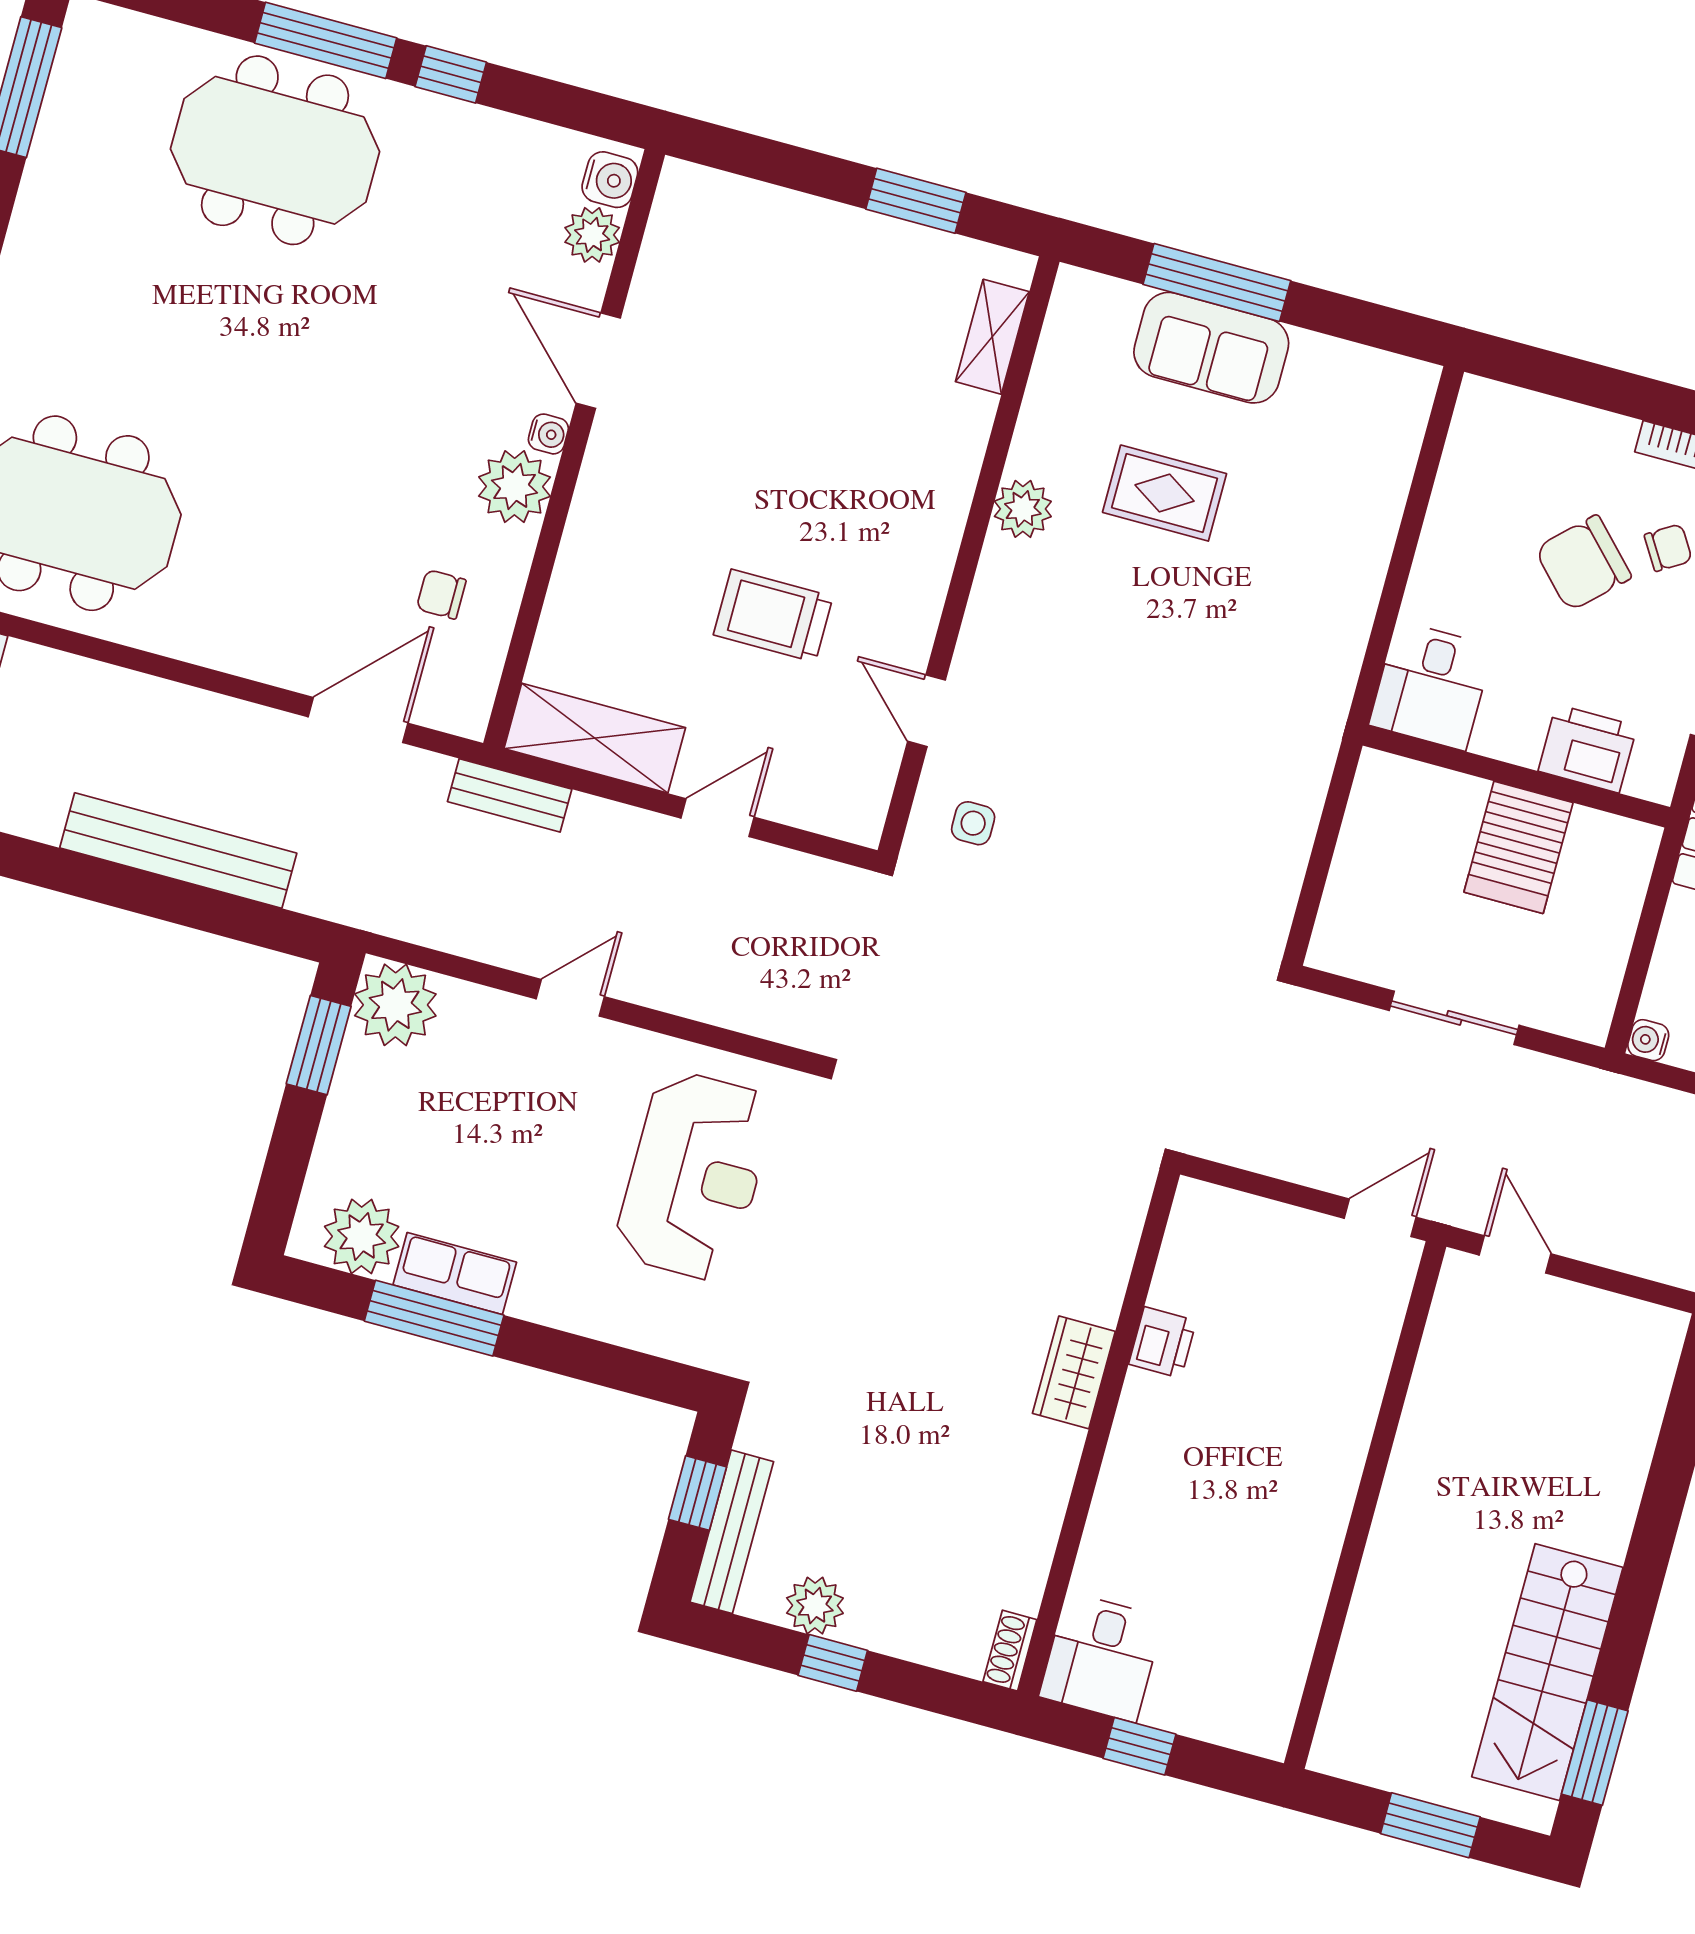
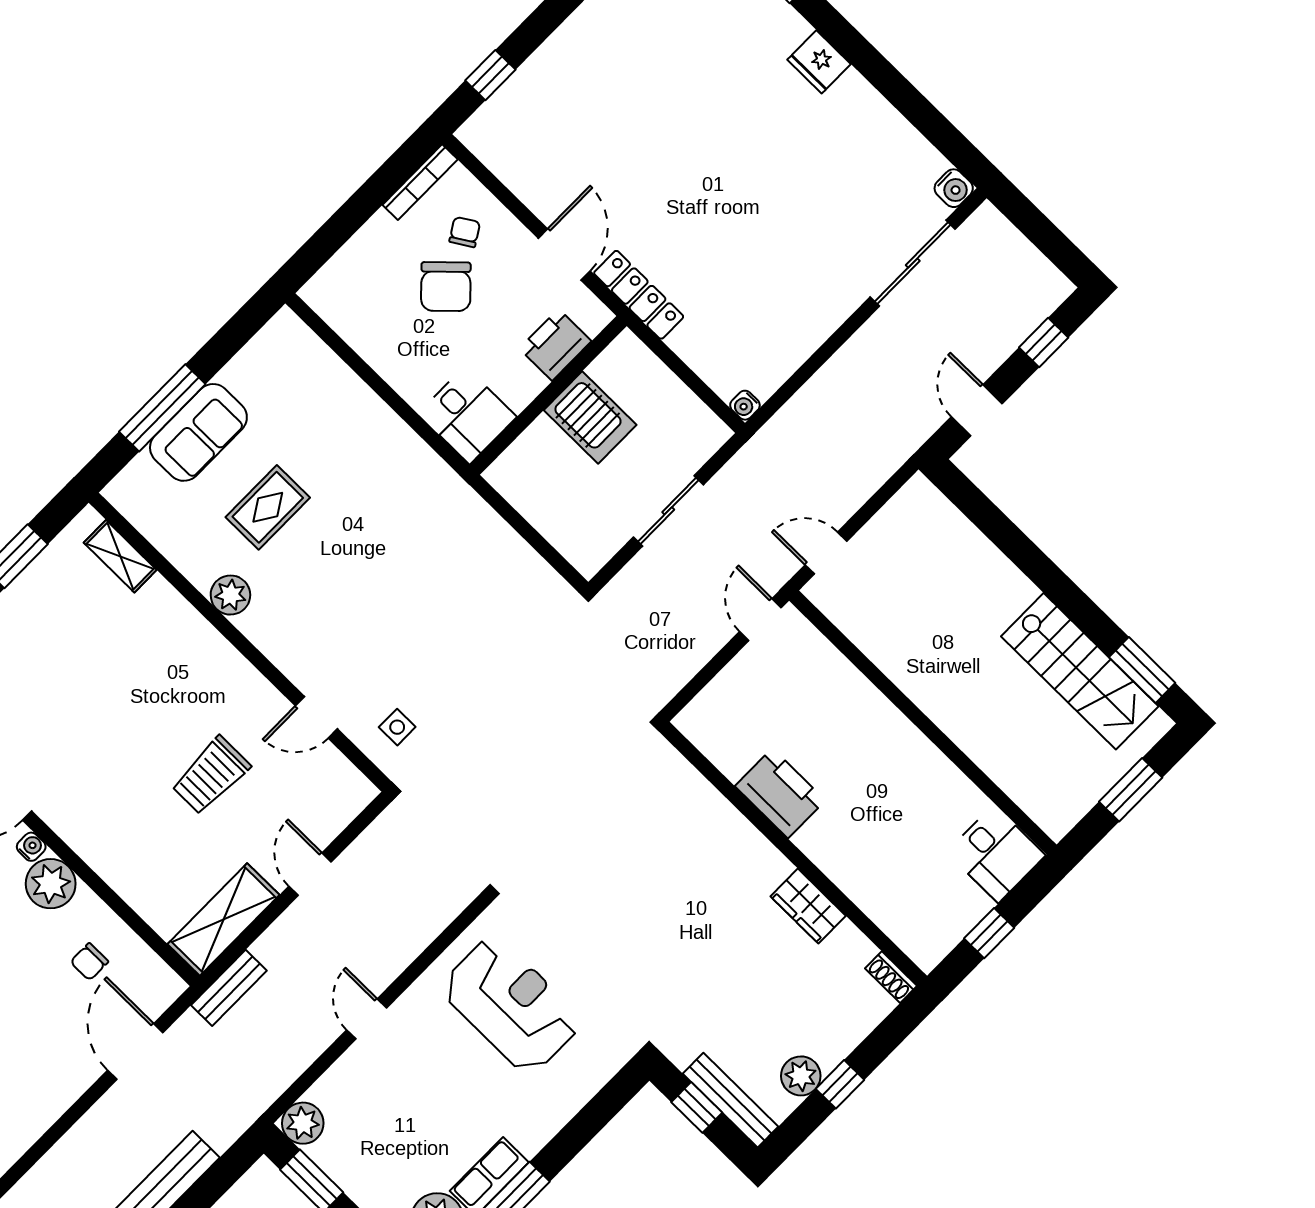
plant: (395, 1005) -> (303, 1123), width x0.73, depth x0.73
printer: (1162, 1342) -> (780, 793), width x1.87, depth x1.48
wardrobe: (1074, 1372) -> (808, 906), moved
desk: (1101, 1657) -> (996, 854), moved

